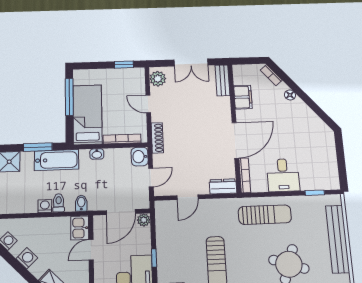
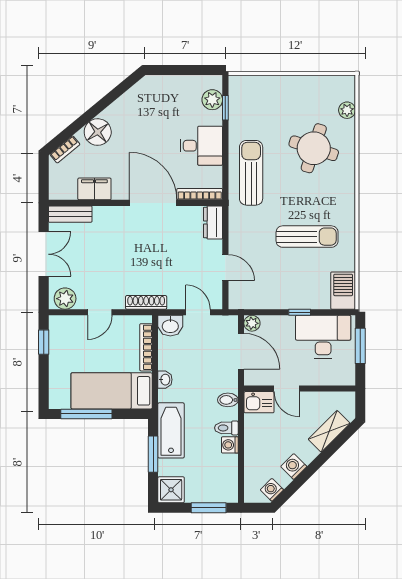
floor lamp: (290, 95) -> (98, 132), width x1.89, depth x1.89
plant: (320, 182) -> (212, 100), added
bench: (338, 239) -> (285, 85), removed

